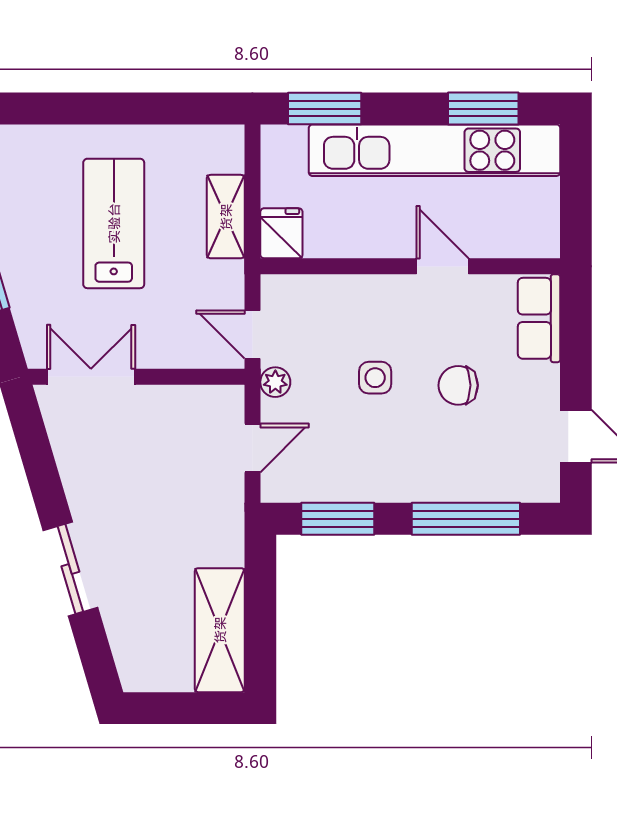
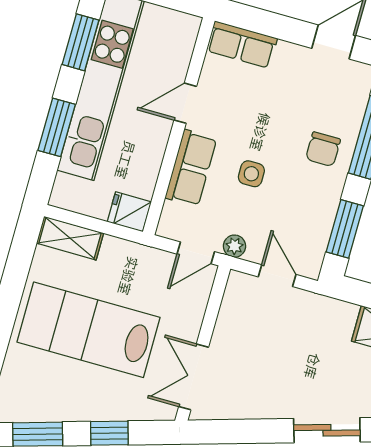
window: (325, 109) -> (57, 127), moved
shelving: (226, 217) -> (70, 238), moved
lab bench: (114, 223) -> (88, 330), width x1.36, depth x1.39
row of seats: (361, 297) -> (191, 168), added
chair: (458, 385) -> (323, 149), moved

